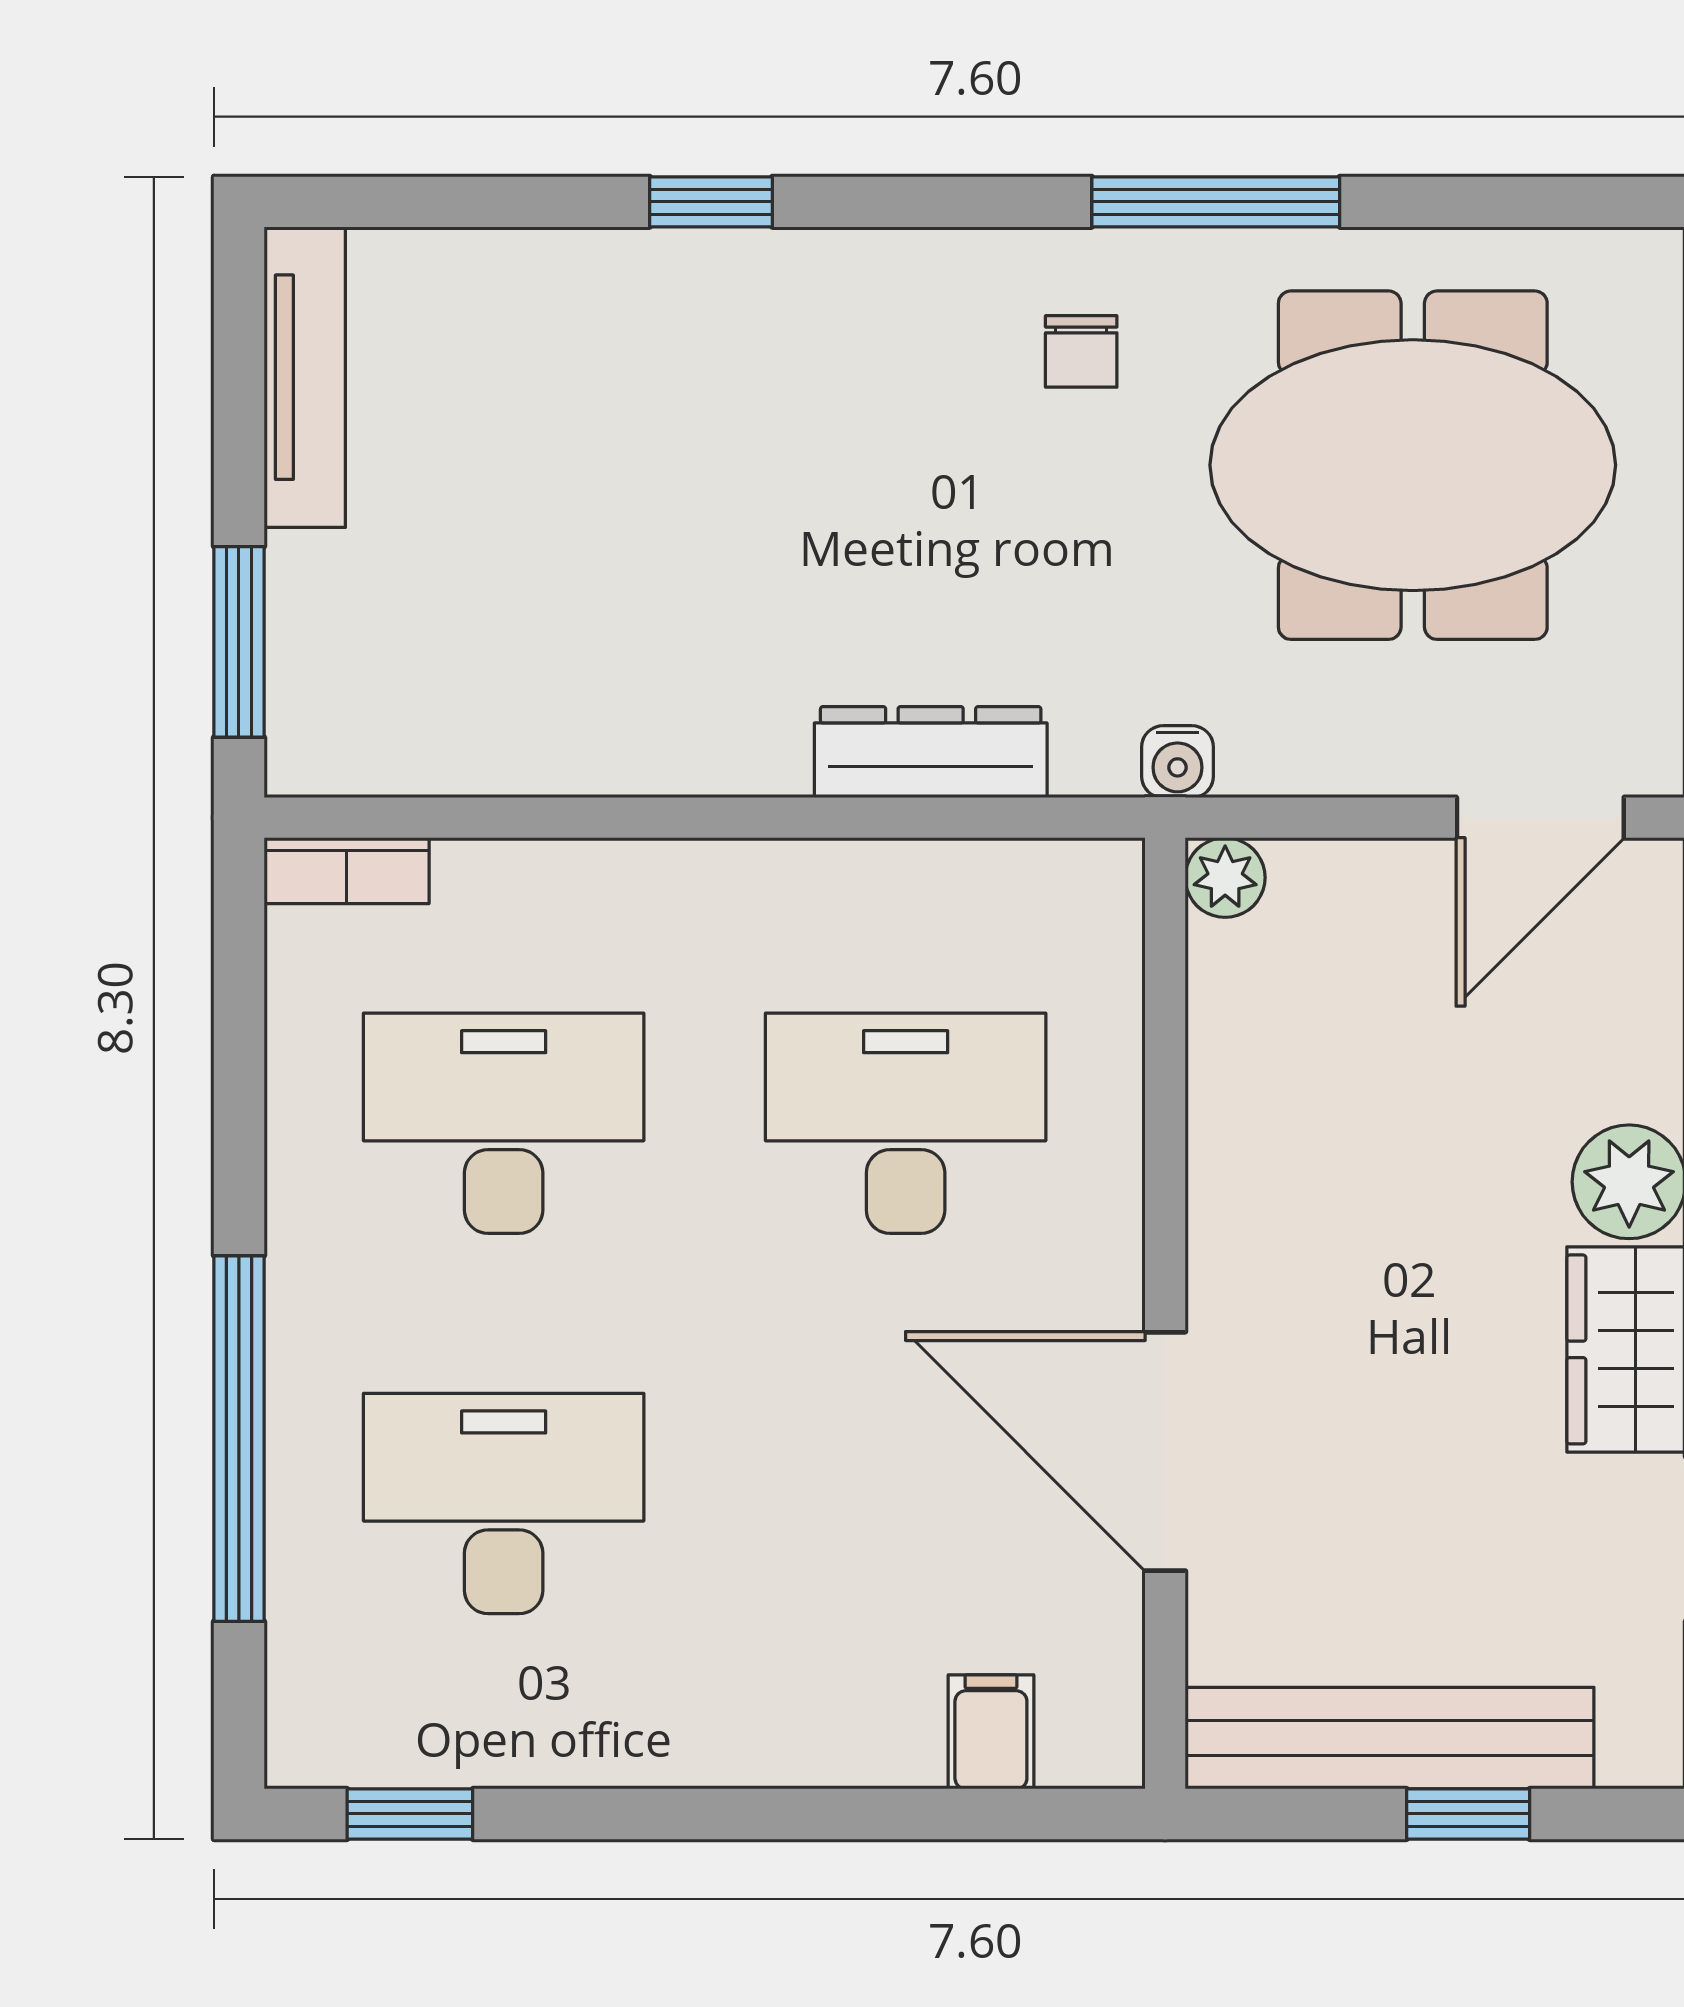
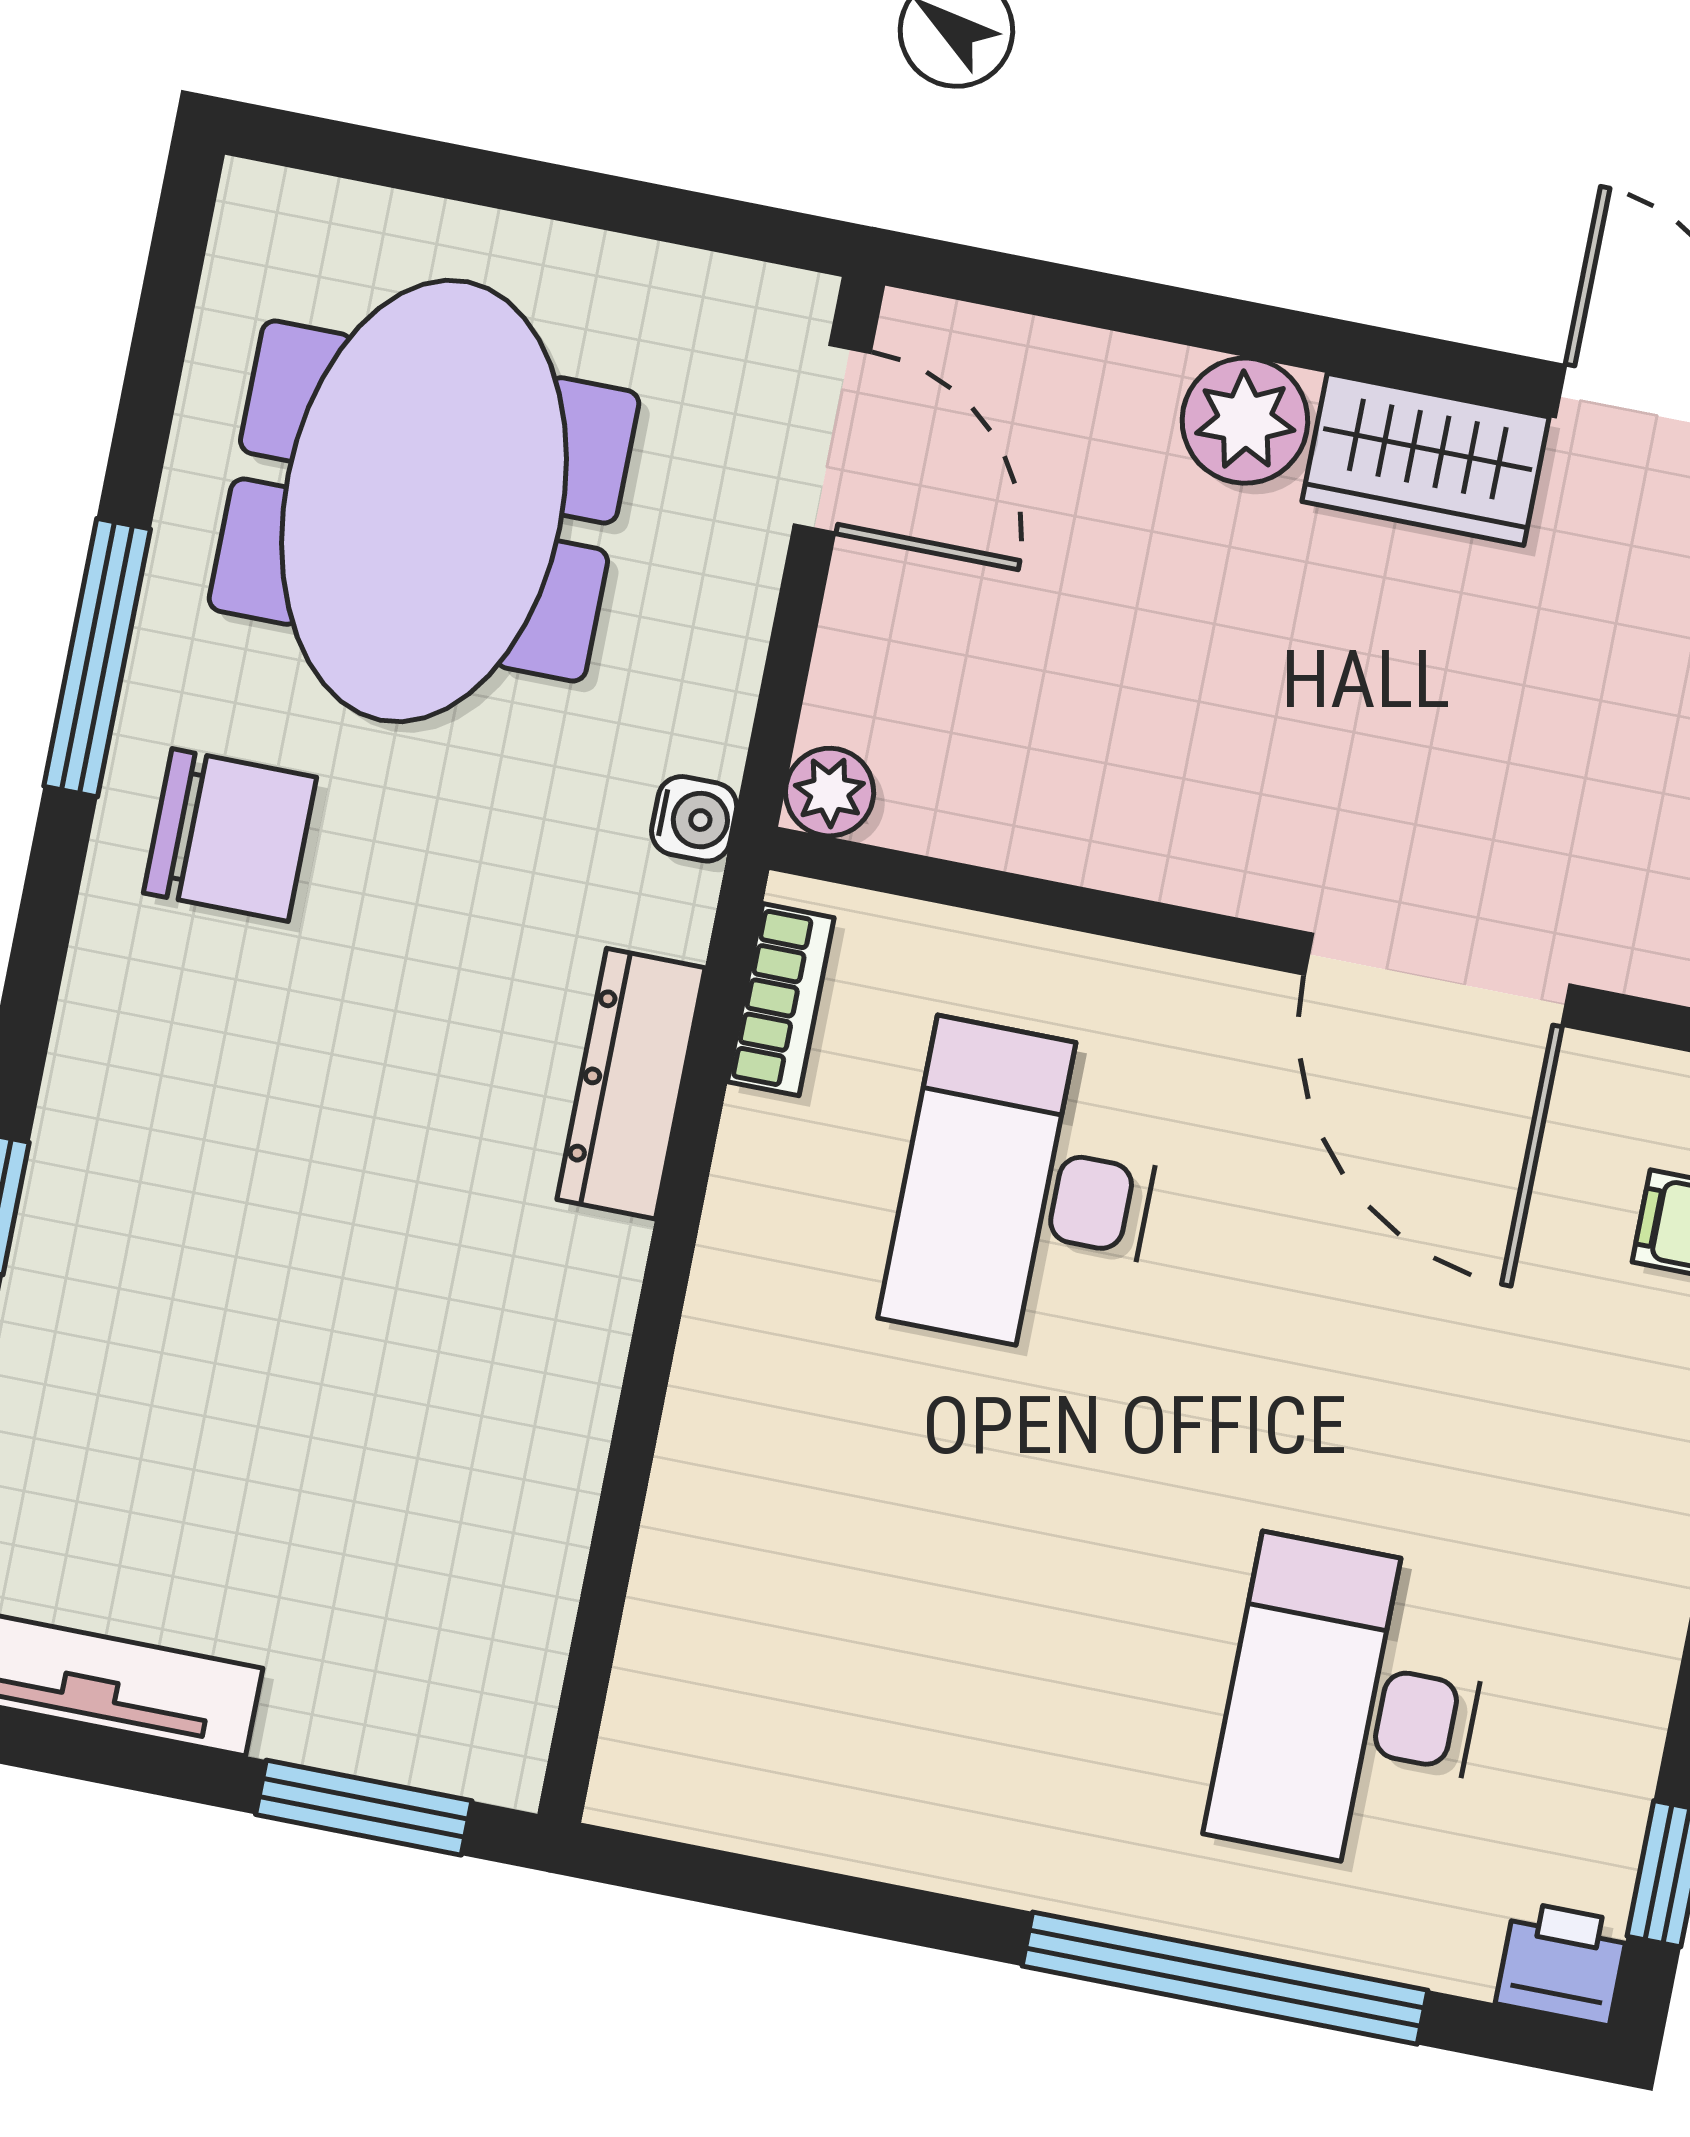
chair: (1081, 351) -> (230, 835), width x1.87, depth x1.87
bookcase: (347, 871) -> (781, 1000), moved
desk: (504, 1123) -> (941, 1625), removed
door: (1165, 1451) -> (1437, 980), hinge flipped
printer: (312, 1736) -> (1562, 1963), added

